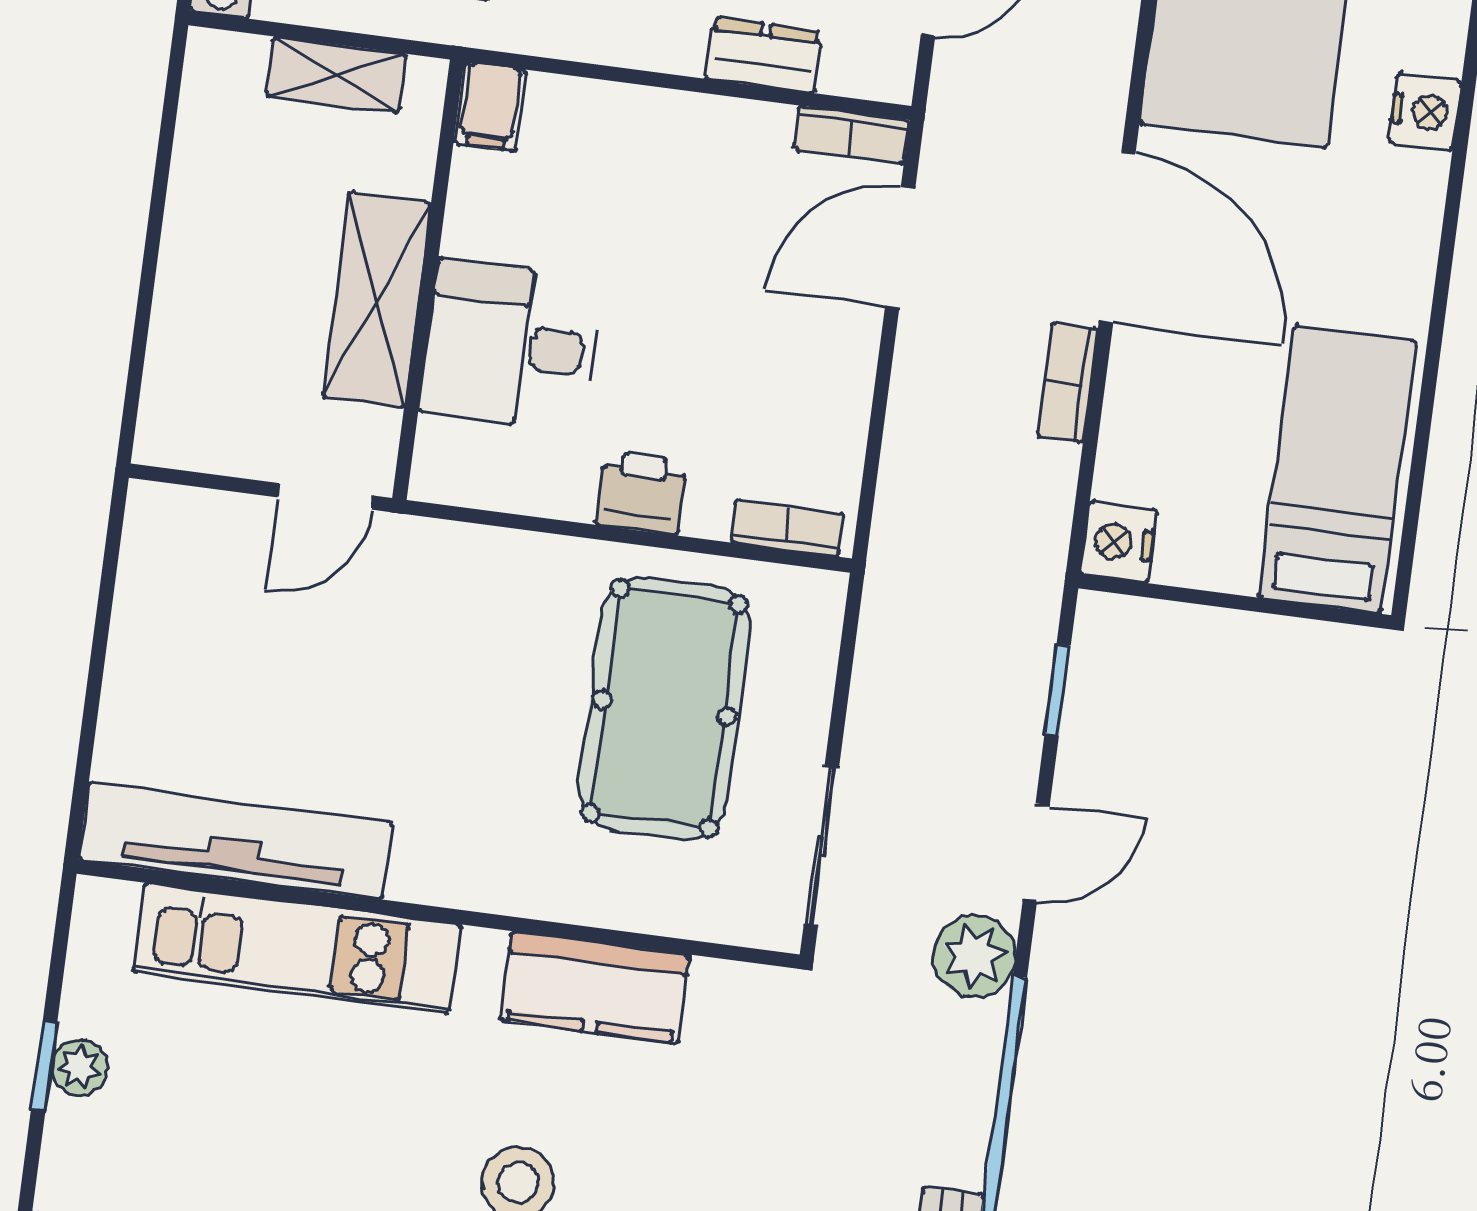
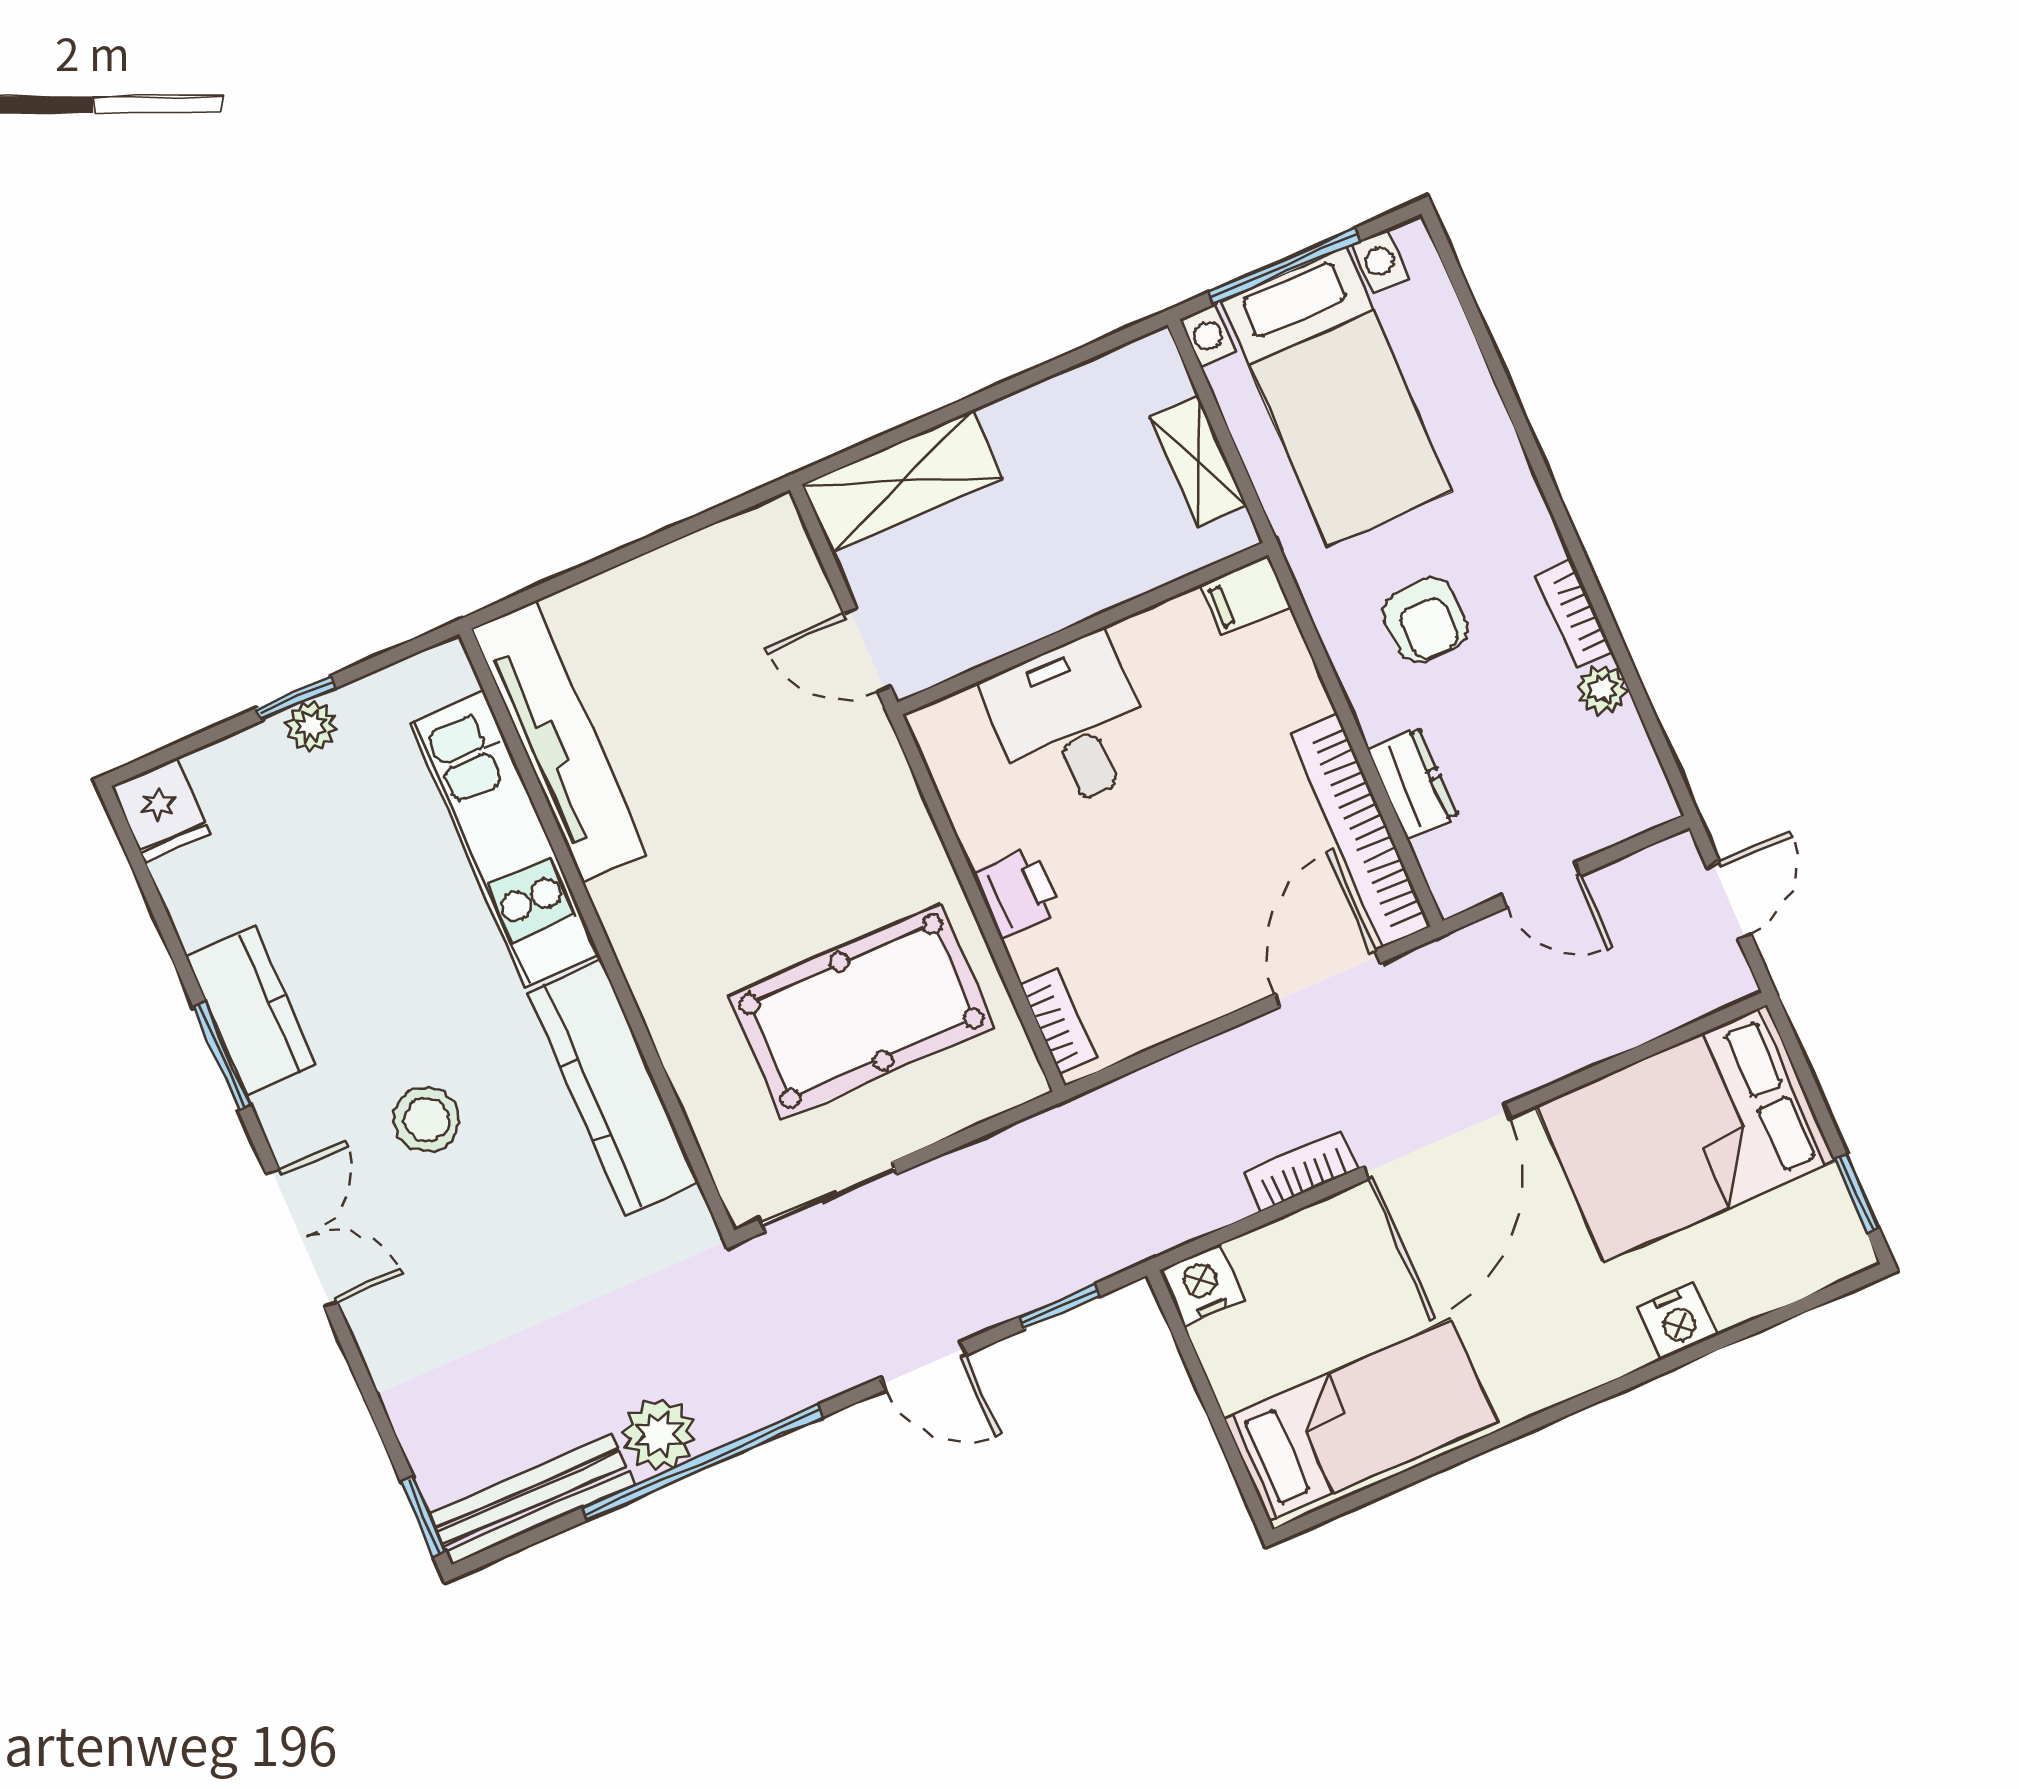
bookcase: (852, 135) -> (1360, 831), width x2.31, depth x1.31
door: (900, 248) -> (1328, 978), hinge flipped
shelving: (377, 300) -> (902, 481), moved
plant: (974, 956) -> (659, 1434), moved
kitchen counter: (595, 987) -> (613, 1087), width x1.50

